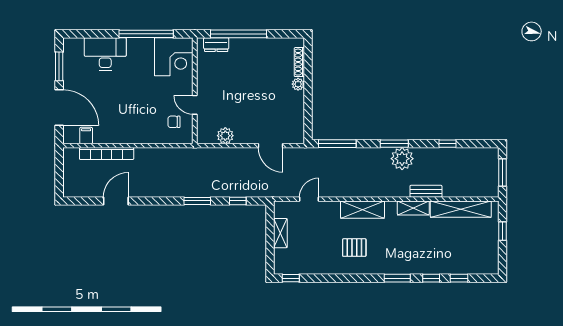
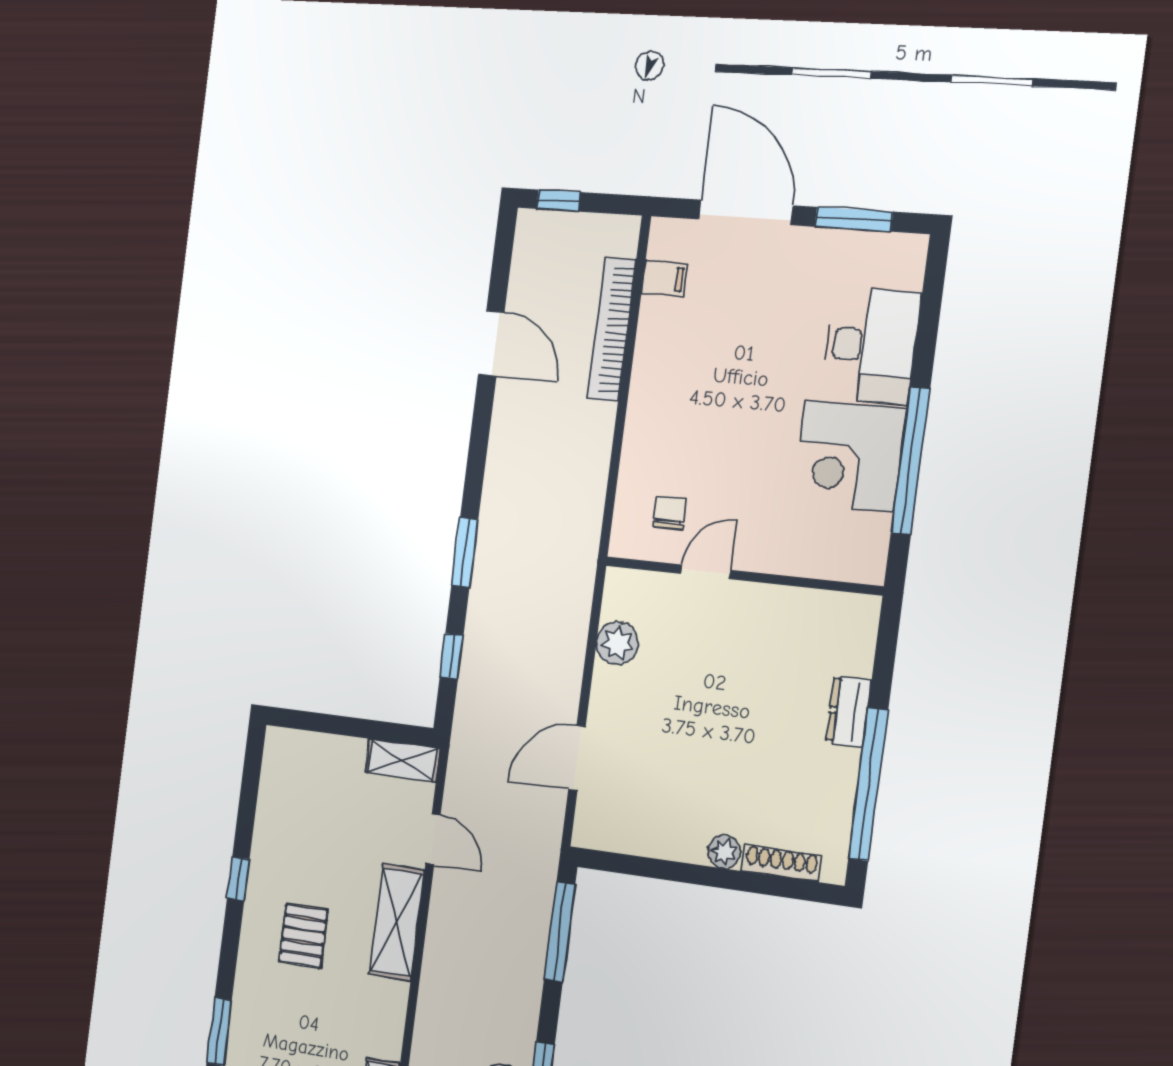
window: (239, 34) -> (868, 784), moved
dresser: (216, 45) -> (848, 711), moved
corner desk: (174, 57) -> (849, 456), moved
door: (59, 107) -> (746, 212), swing flipped
window: (59, 181) -> (559, 201), added
shelving: (362, 210) -> (397, 922), moved
shelving: (280, 233) -> (403, 760), moved
window: (291, 278) -> (238, 879), moved

